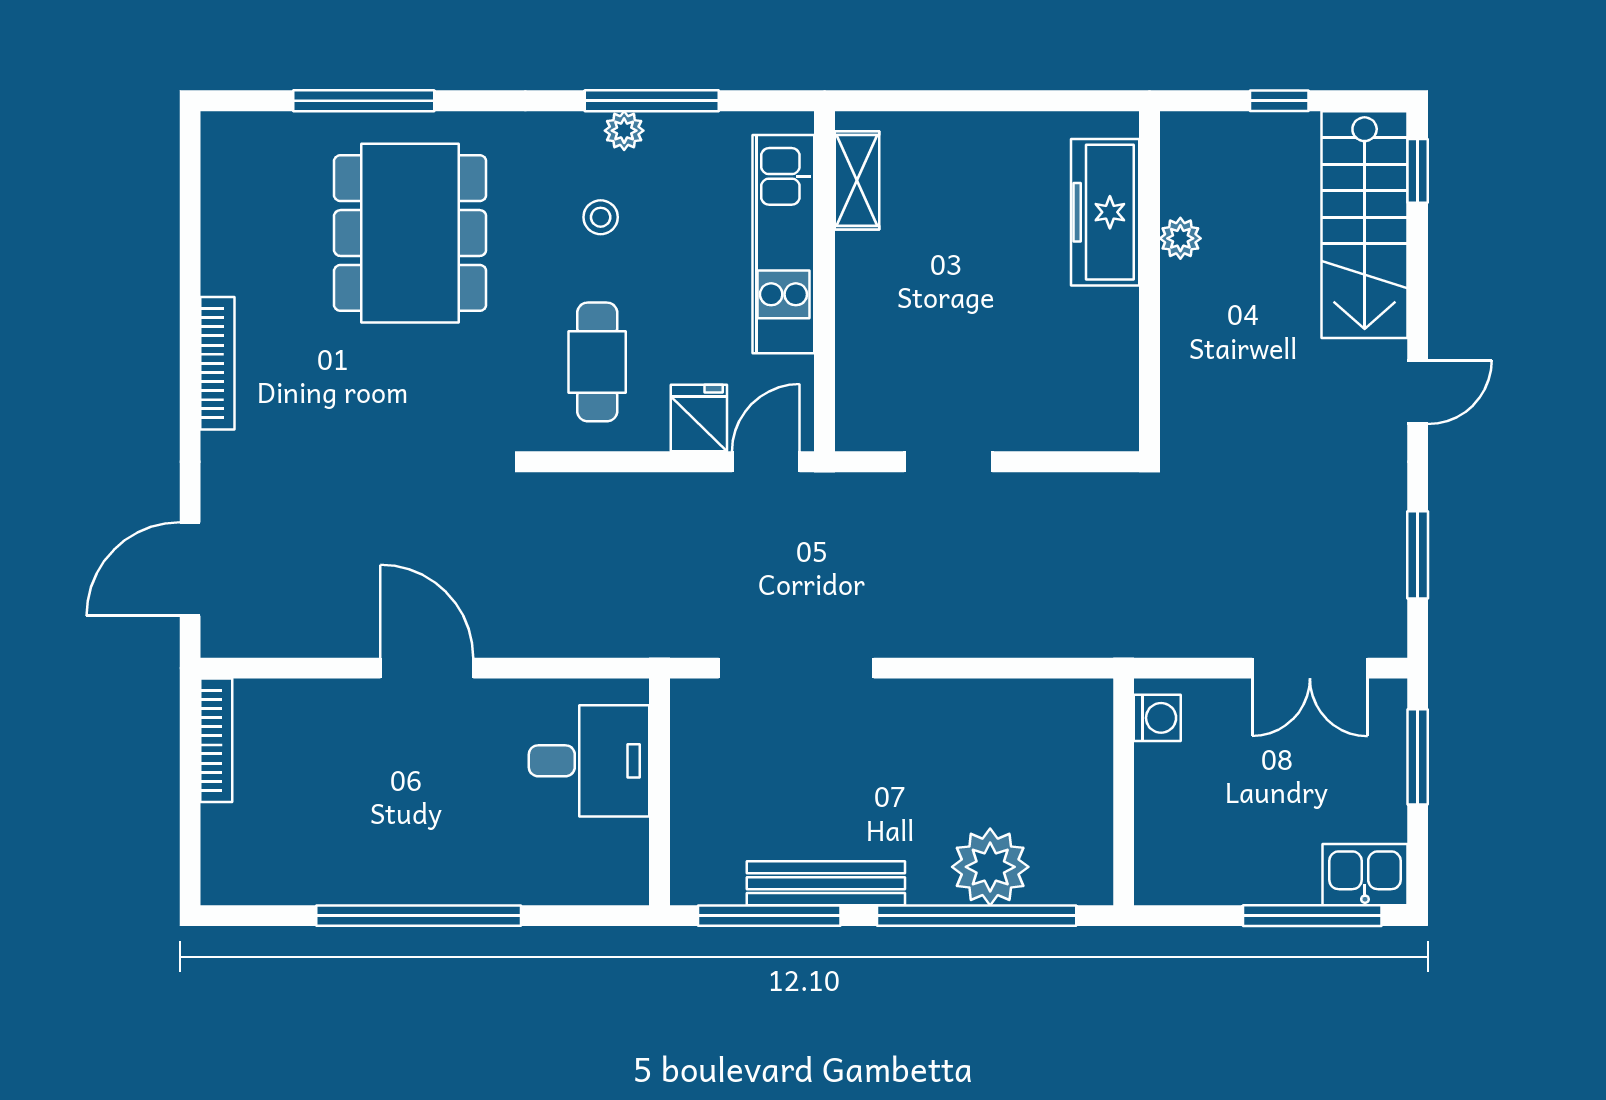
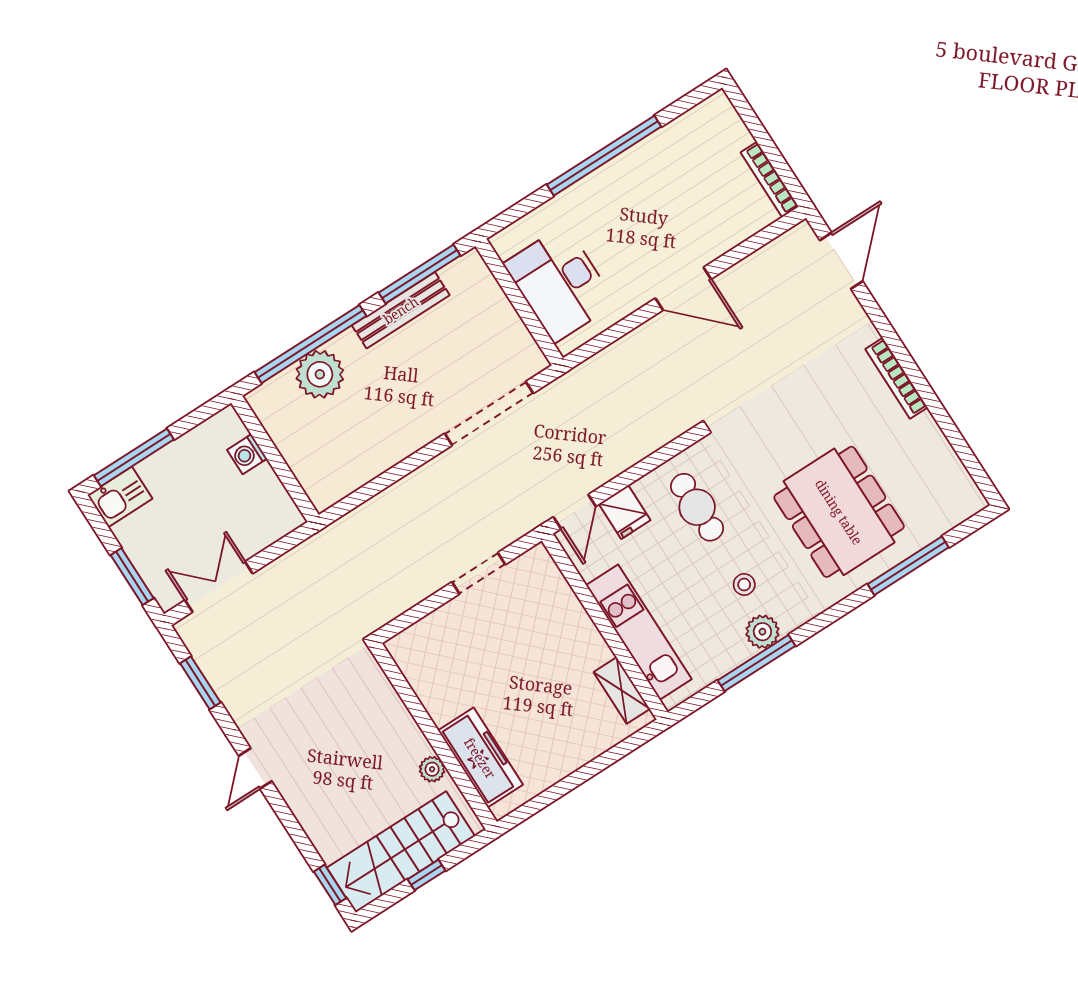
plant: (624, 131) -> (762, 632), width x1.38, depth x1.38
stairs: (1365, 225) -> (401, 852), moved, turned -90
washing machine: (1157, 718) -> (247, 454), moved
desk: (589, 761) -> (560, 284), width x1.37

